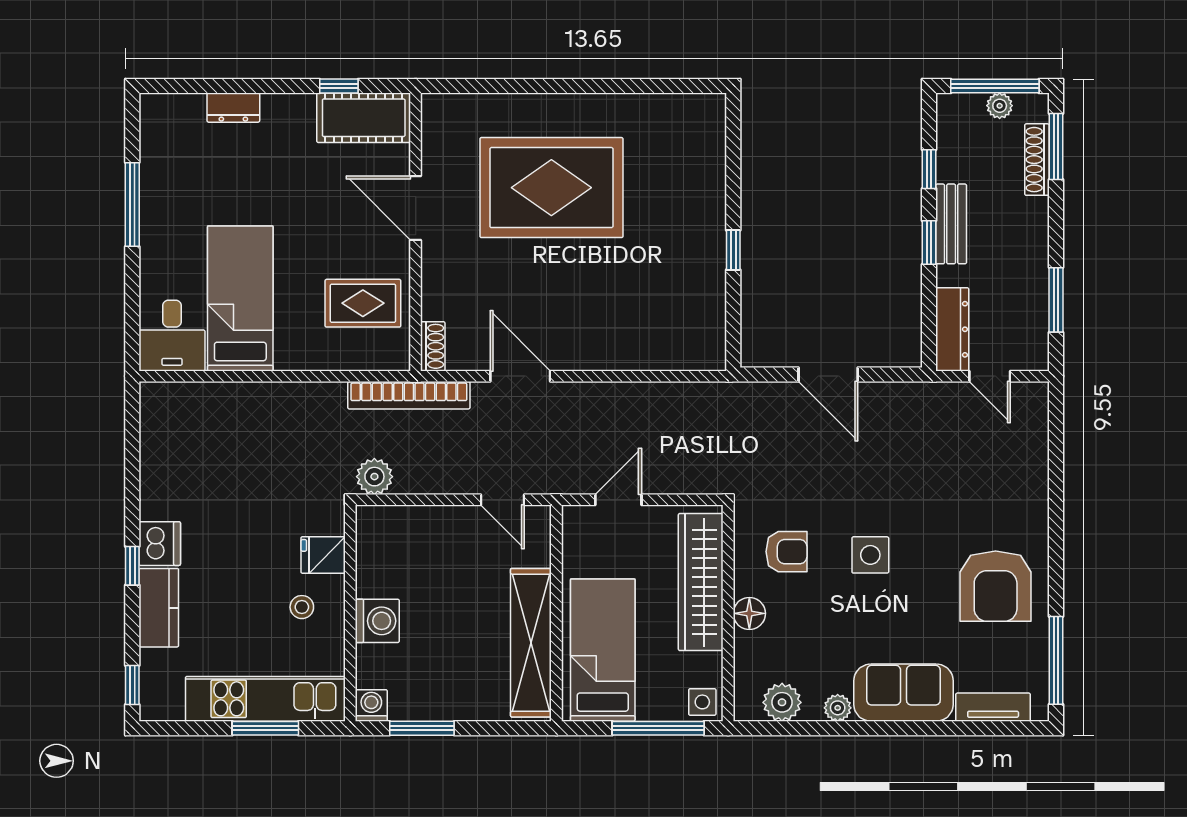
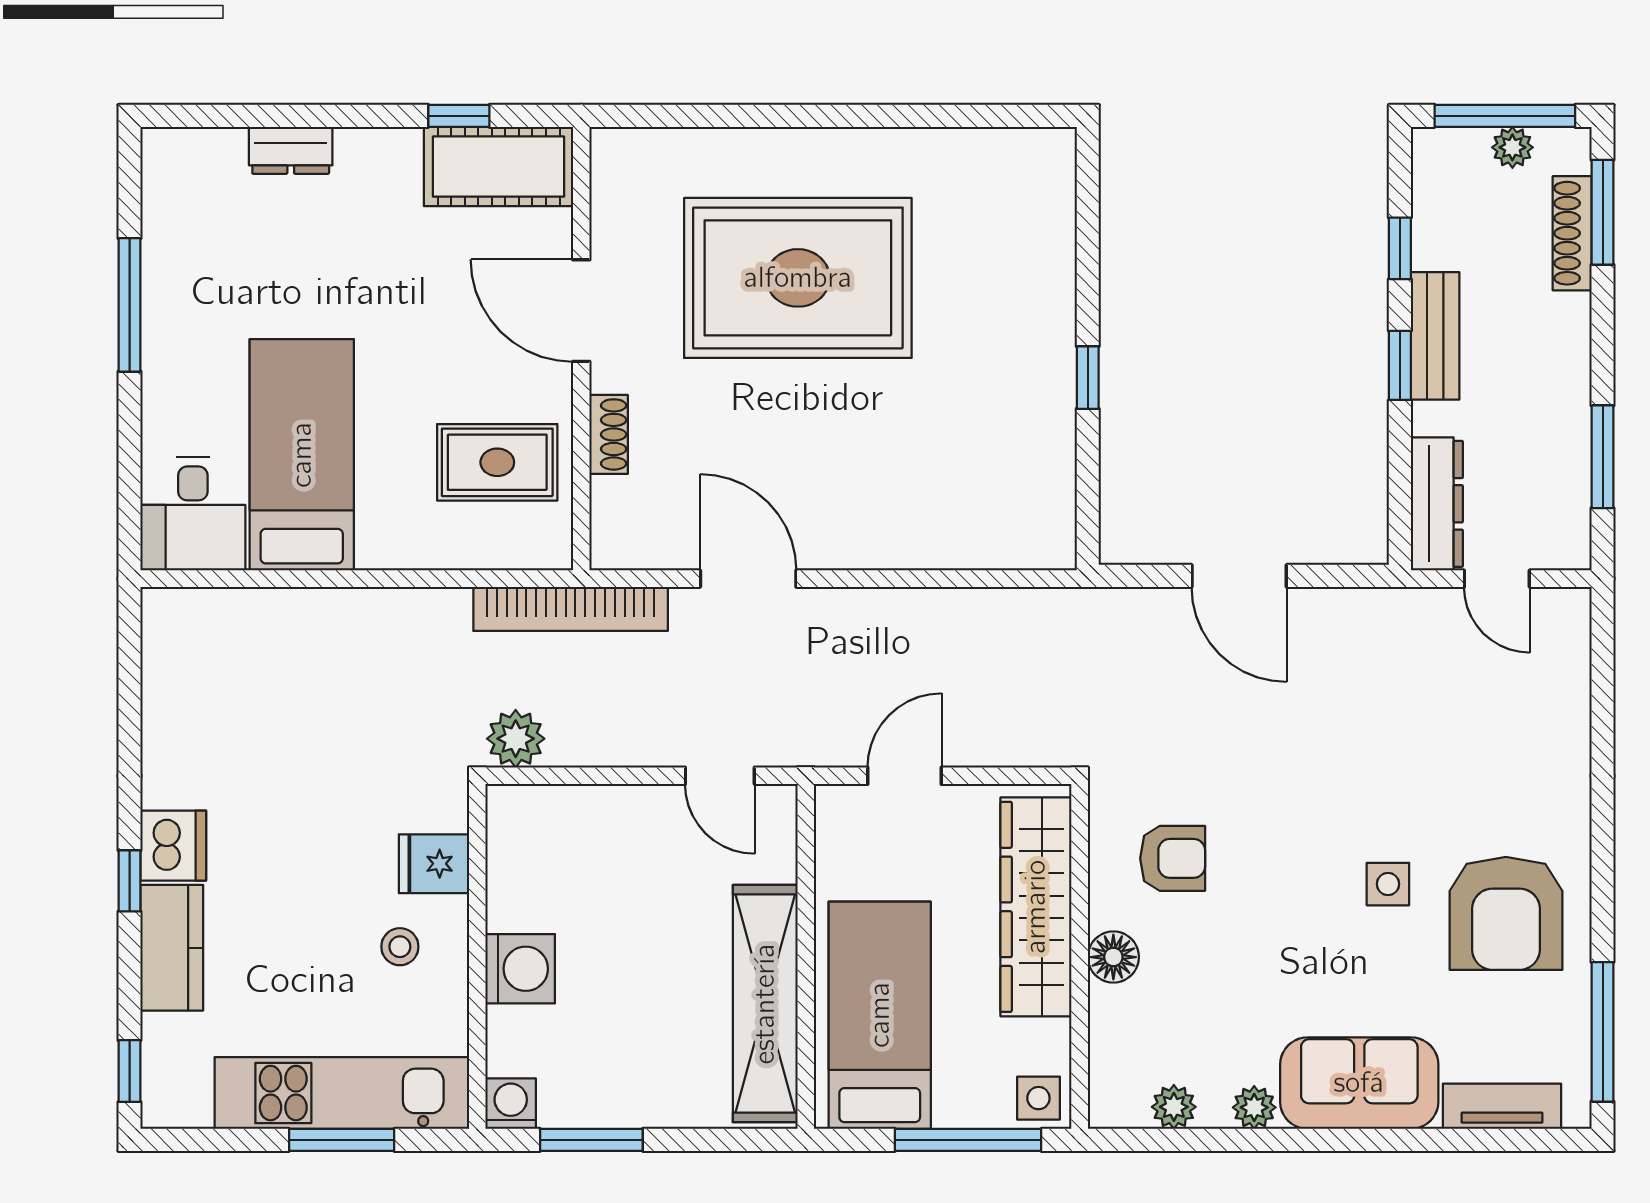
shoe rack: (433, 346) -> (609, 434), moved
side table: (870, 555) -> (1388, 884), moved, width x0.73, depth x0.73
plant: (782, 702) -> (1174, 1107), width x0.73, depth x0.73

